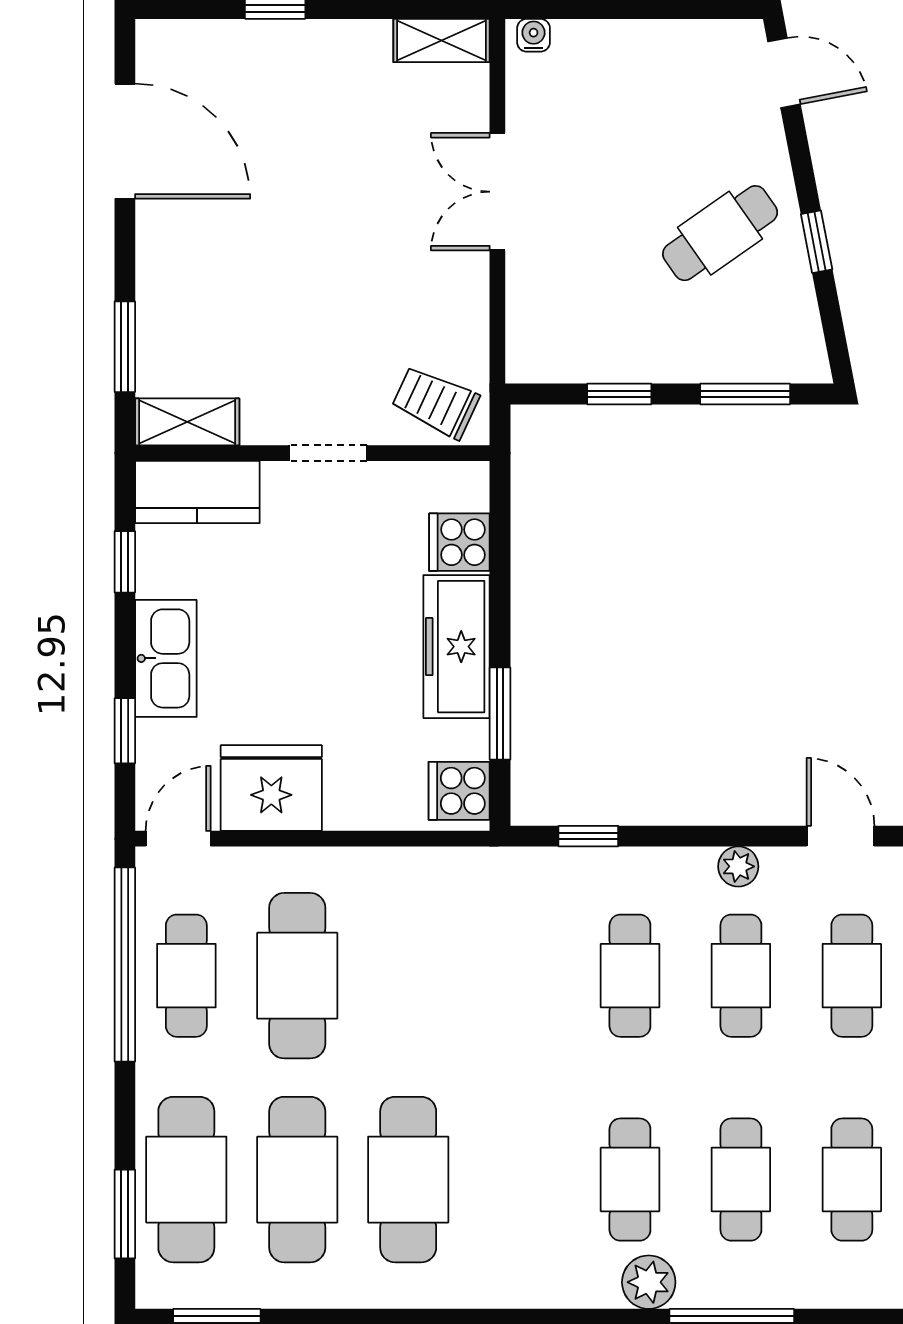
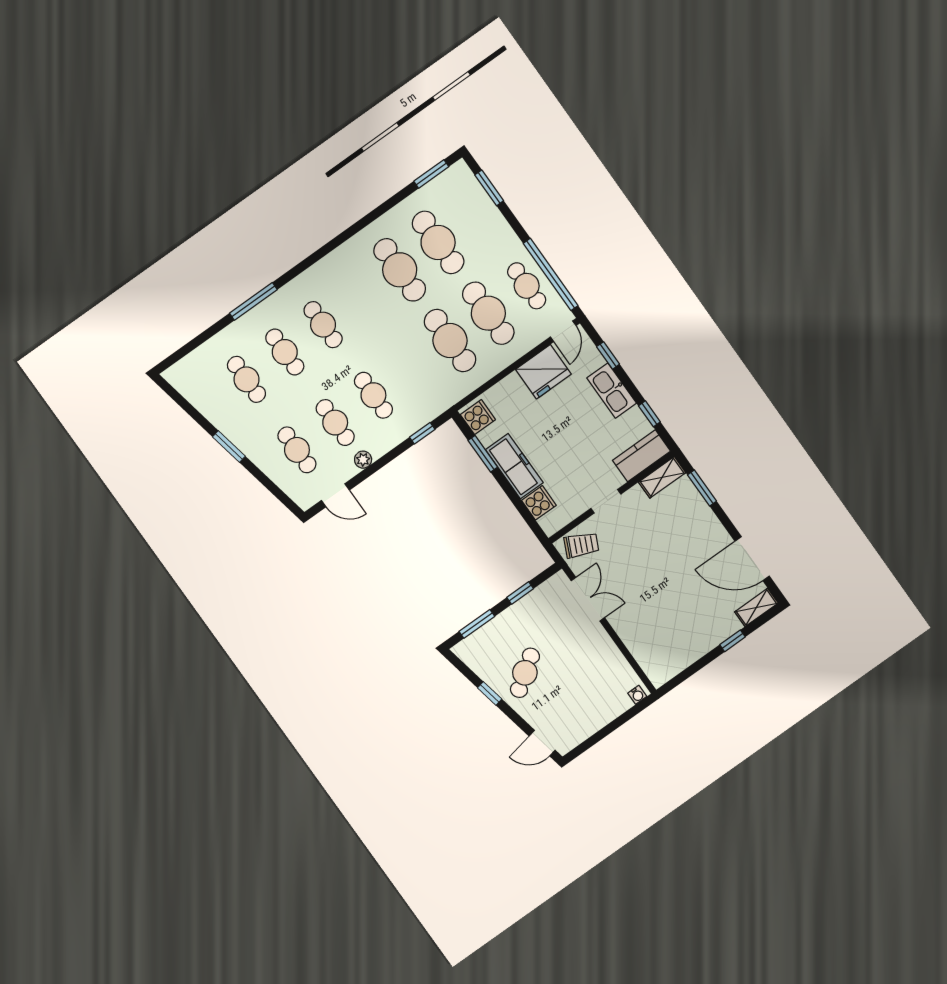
shelving: (442, 40) -> (756, 607), moved
double door: (497, 192) -> (588, 599), moved
cafe table: (186, 1180) -> (450, 341), moved
plant: (649, 1282) -> (291, 294), removed

